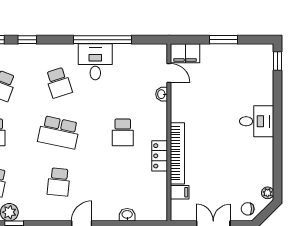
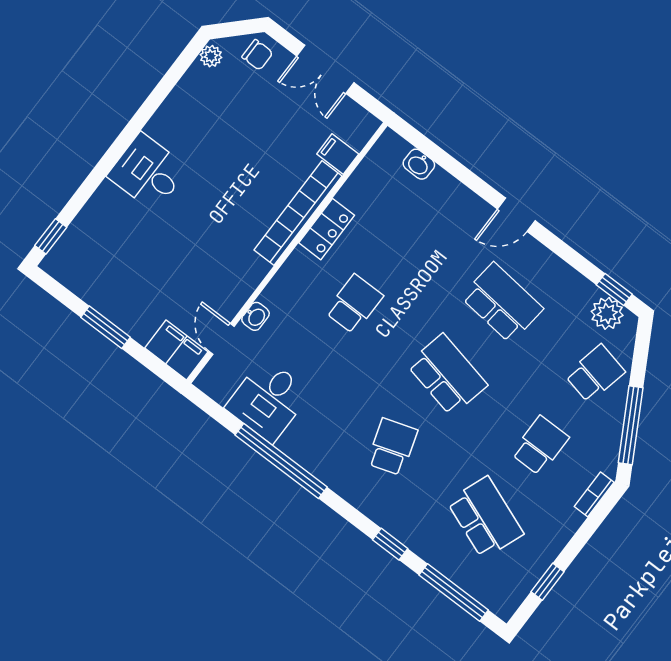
desk: (95, 62) -> (268, 400), moved
school desk: (59, 182) -> (502, 303), width x1.85
washbasin: (127, 215) -> (419, 164), moved

